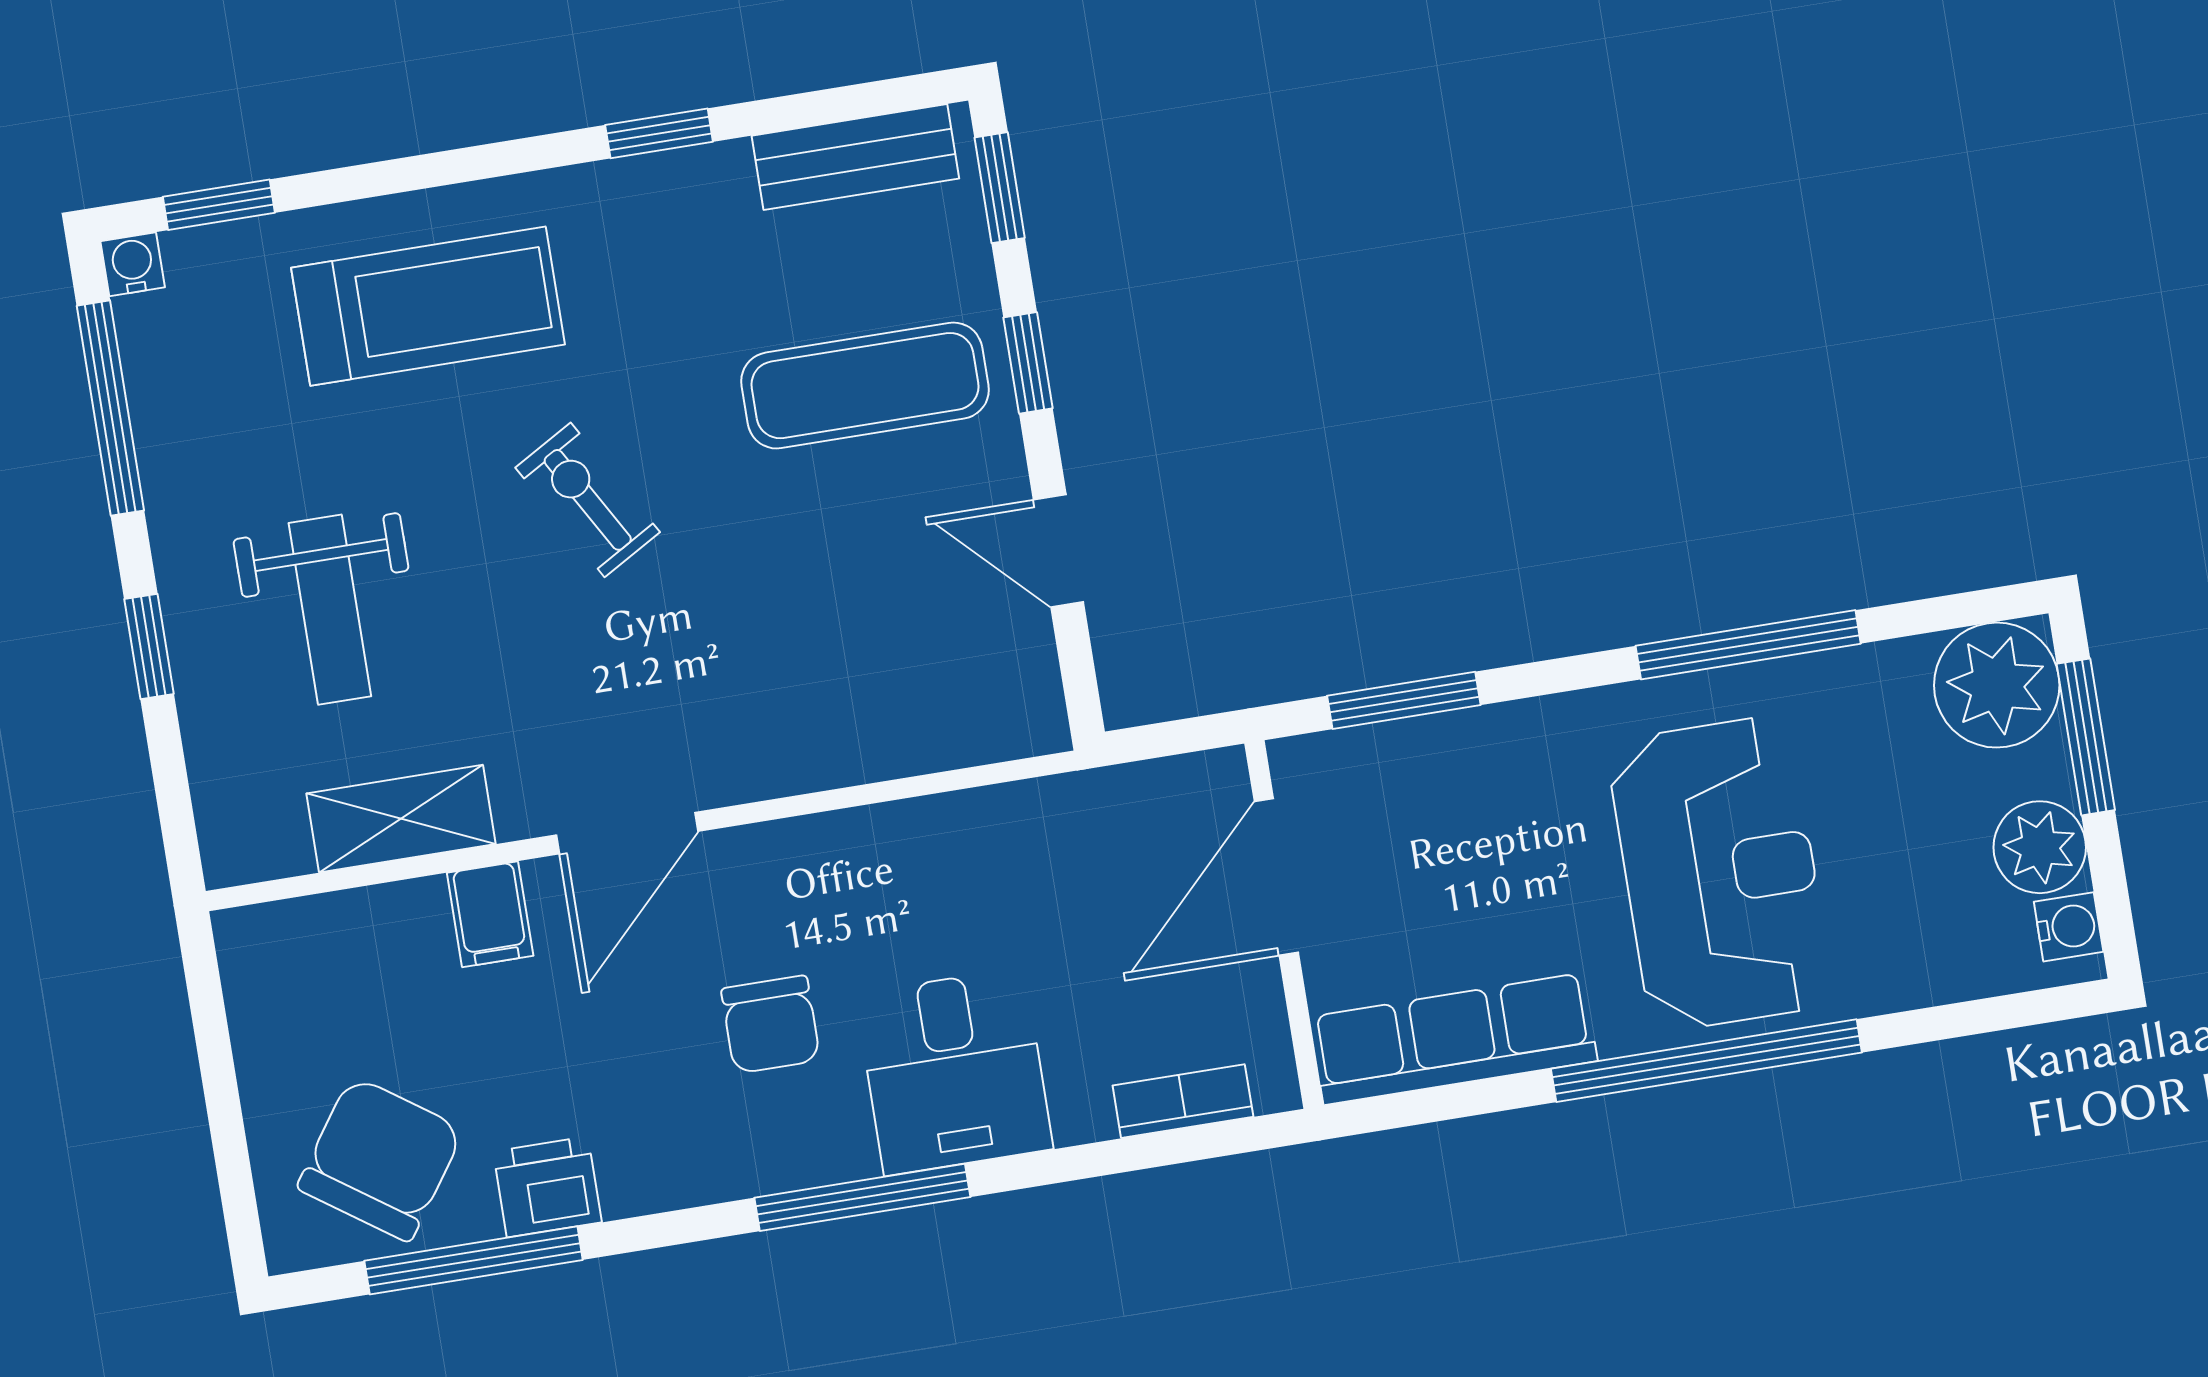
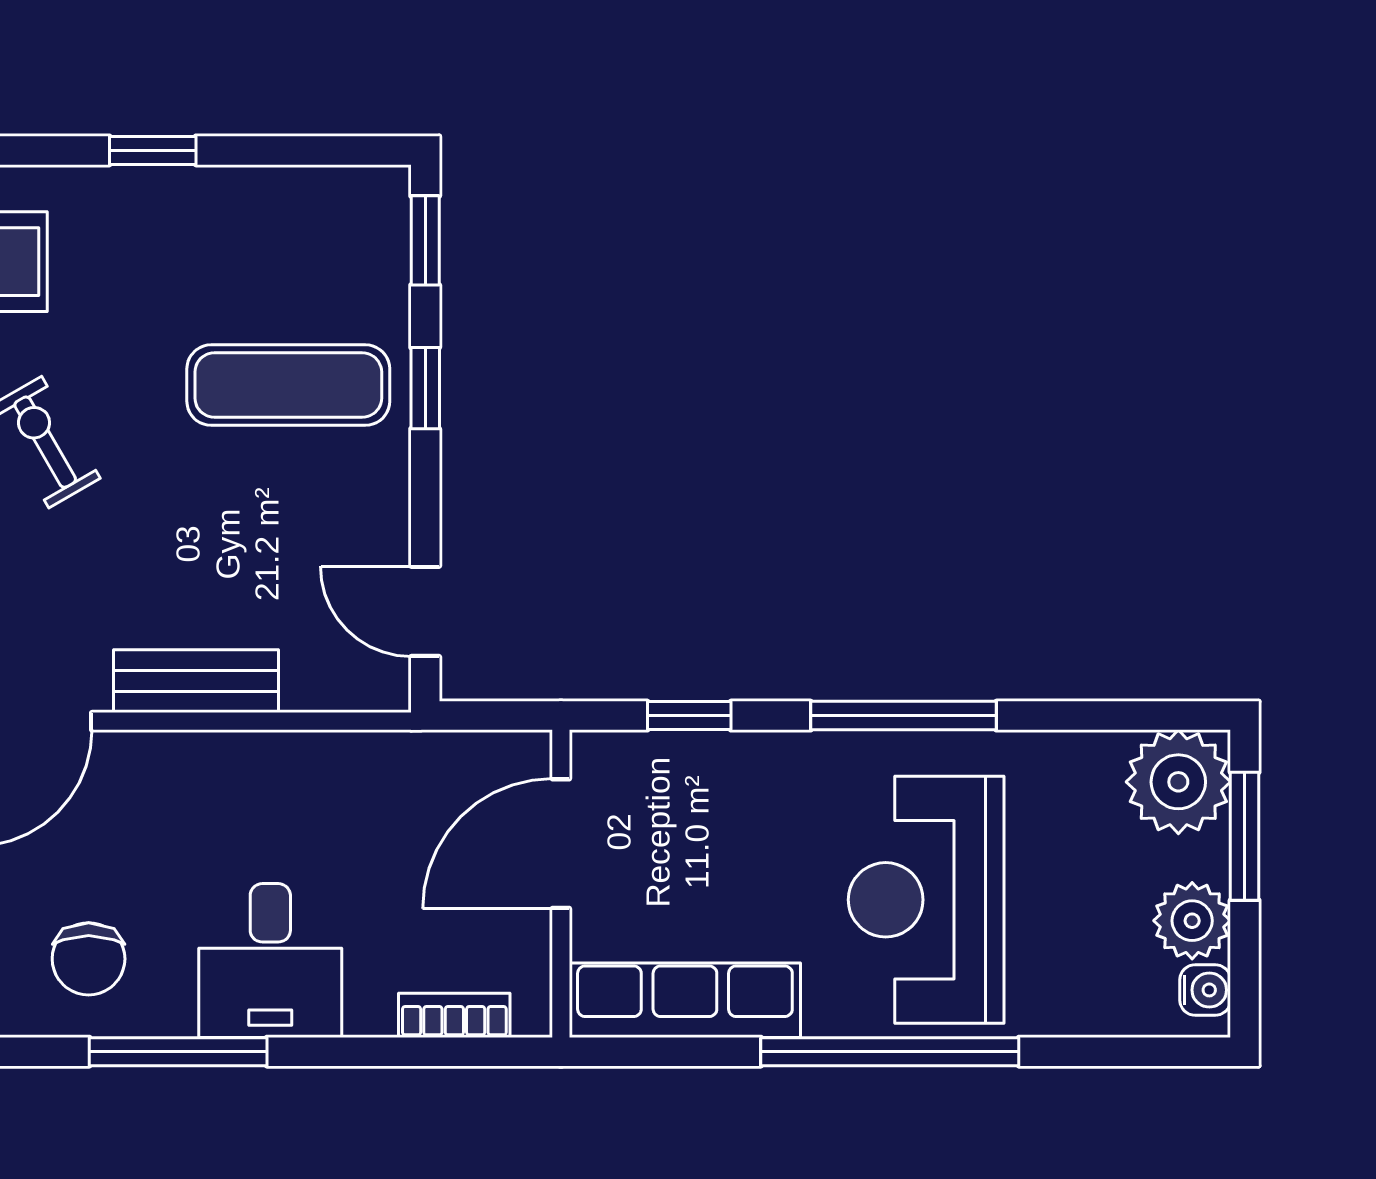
bench: (855, 157) -> (196, 681), moved
door: (1058, 551) -> (425, 611), moved
window: (1748, 645) -> (904, 716), moved
window: (1404, 700) -> (689, 716), width x0.67
reception desk: (1720, 873) -> (926, 900), turned 180
chair: (771, 1024) -> (89, 959), moved

